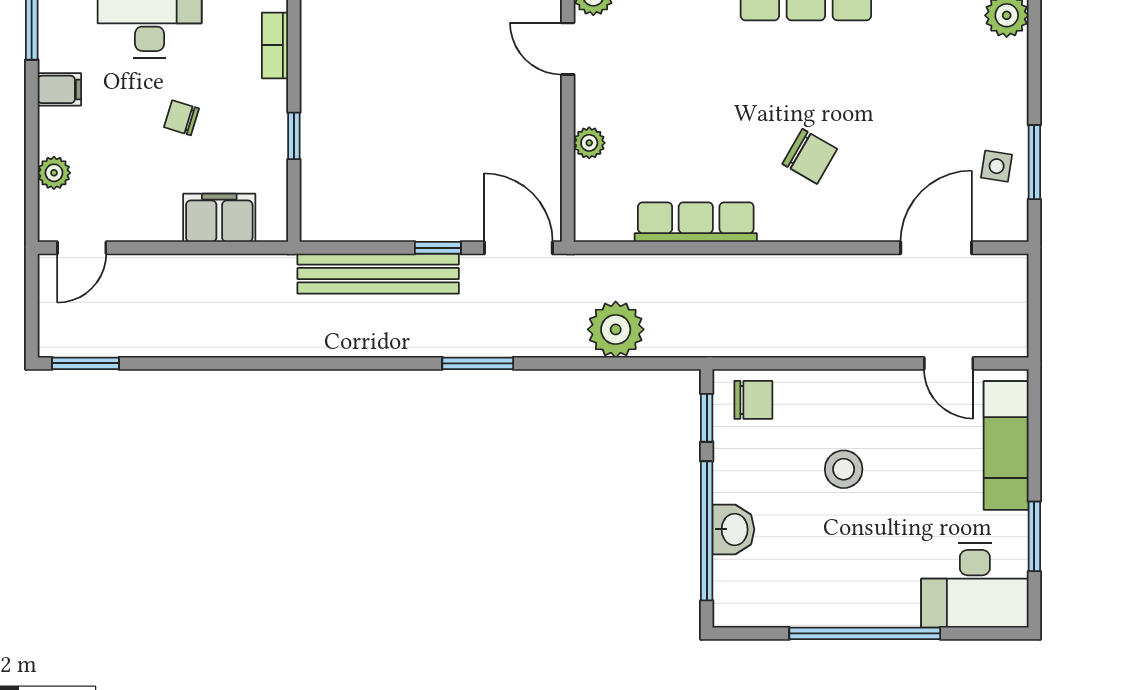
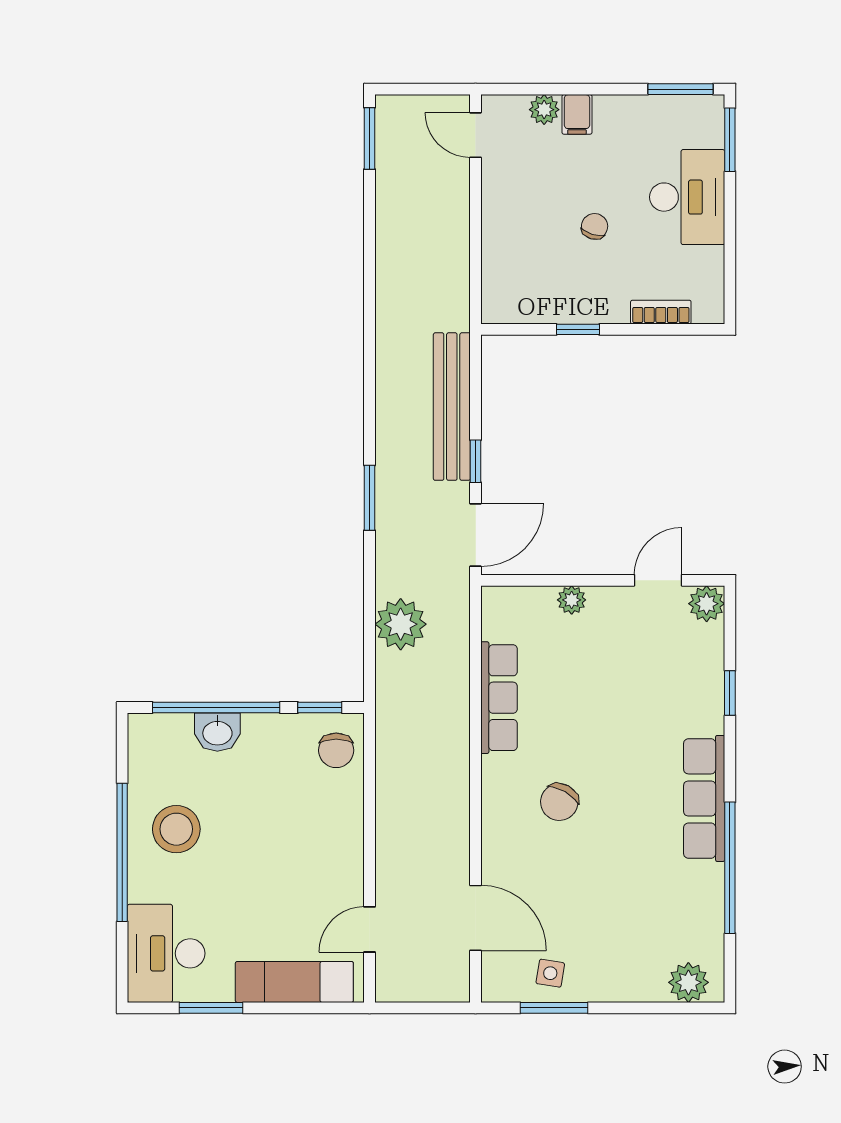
filing cabinet: (59, 89) -> (577, 114), moved
filing cabinet: (219, 218) -> (503, 261), removed
stool: (844, 469) -> (176, 829), moved, width x1.38, depth x1.38

